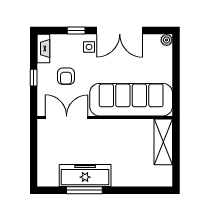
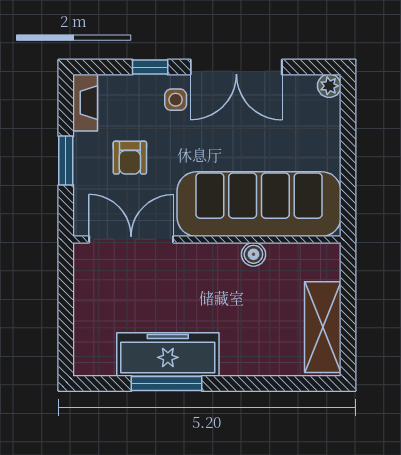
window: (34, 78) -> (66, 161), width x1.50
boiler: (128, 125) -> (253, 254), added
shelving: (163, 142) -> (323, 327), moved

